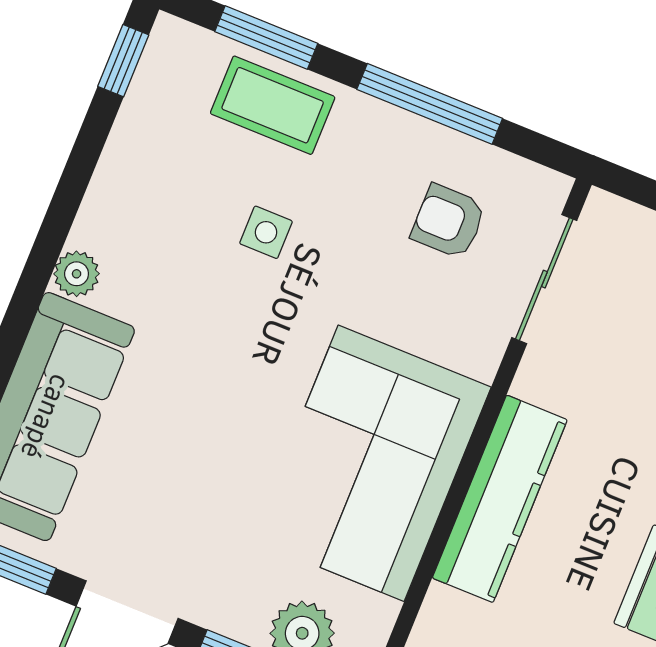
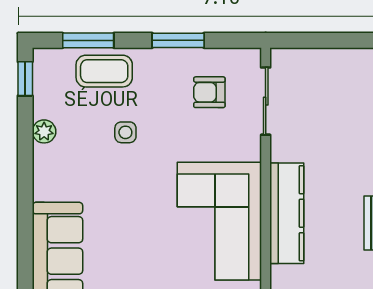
window: (430, 104) -> (178, 40), width x0.69
plant: (77, 274) -> (44, 131), moved

